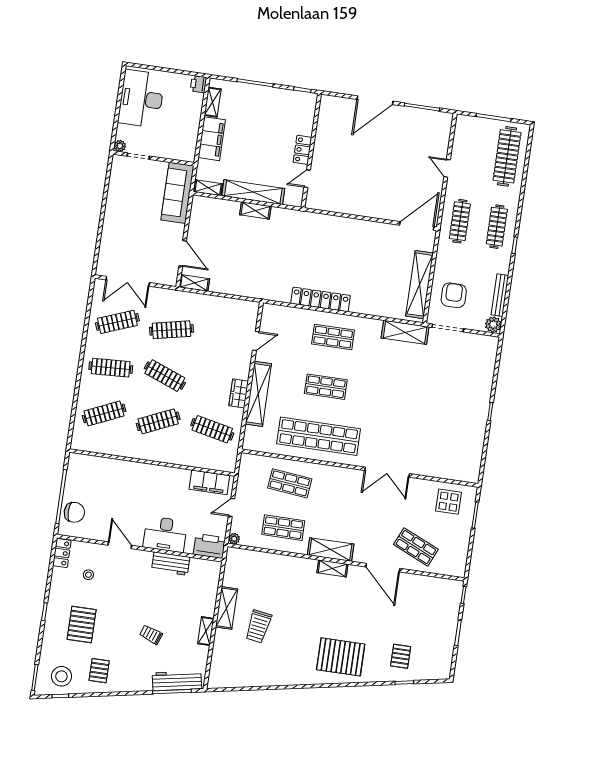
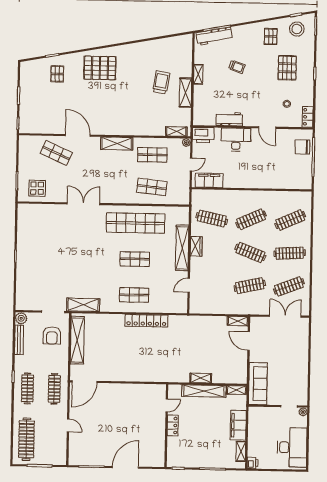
shelving: (332, 568) -> (176, 131), moved

